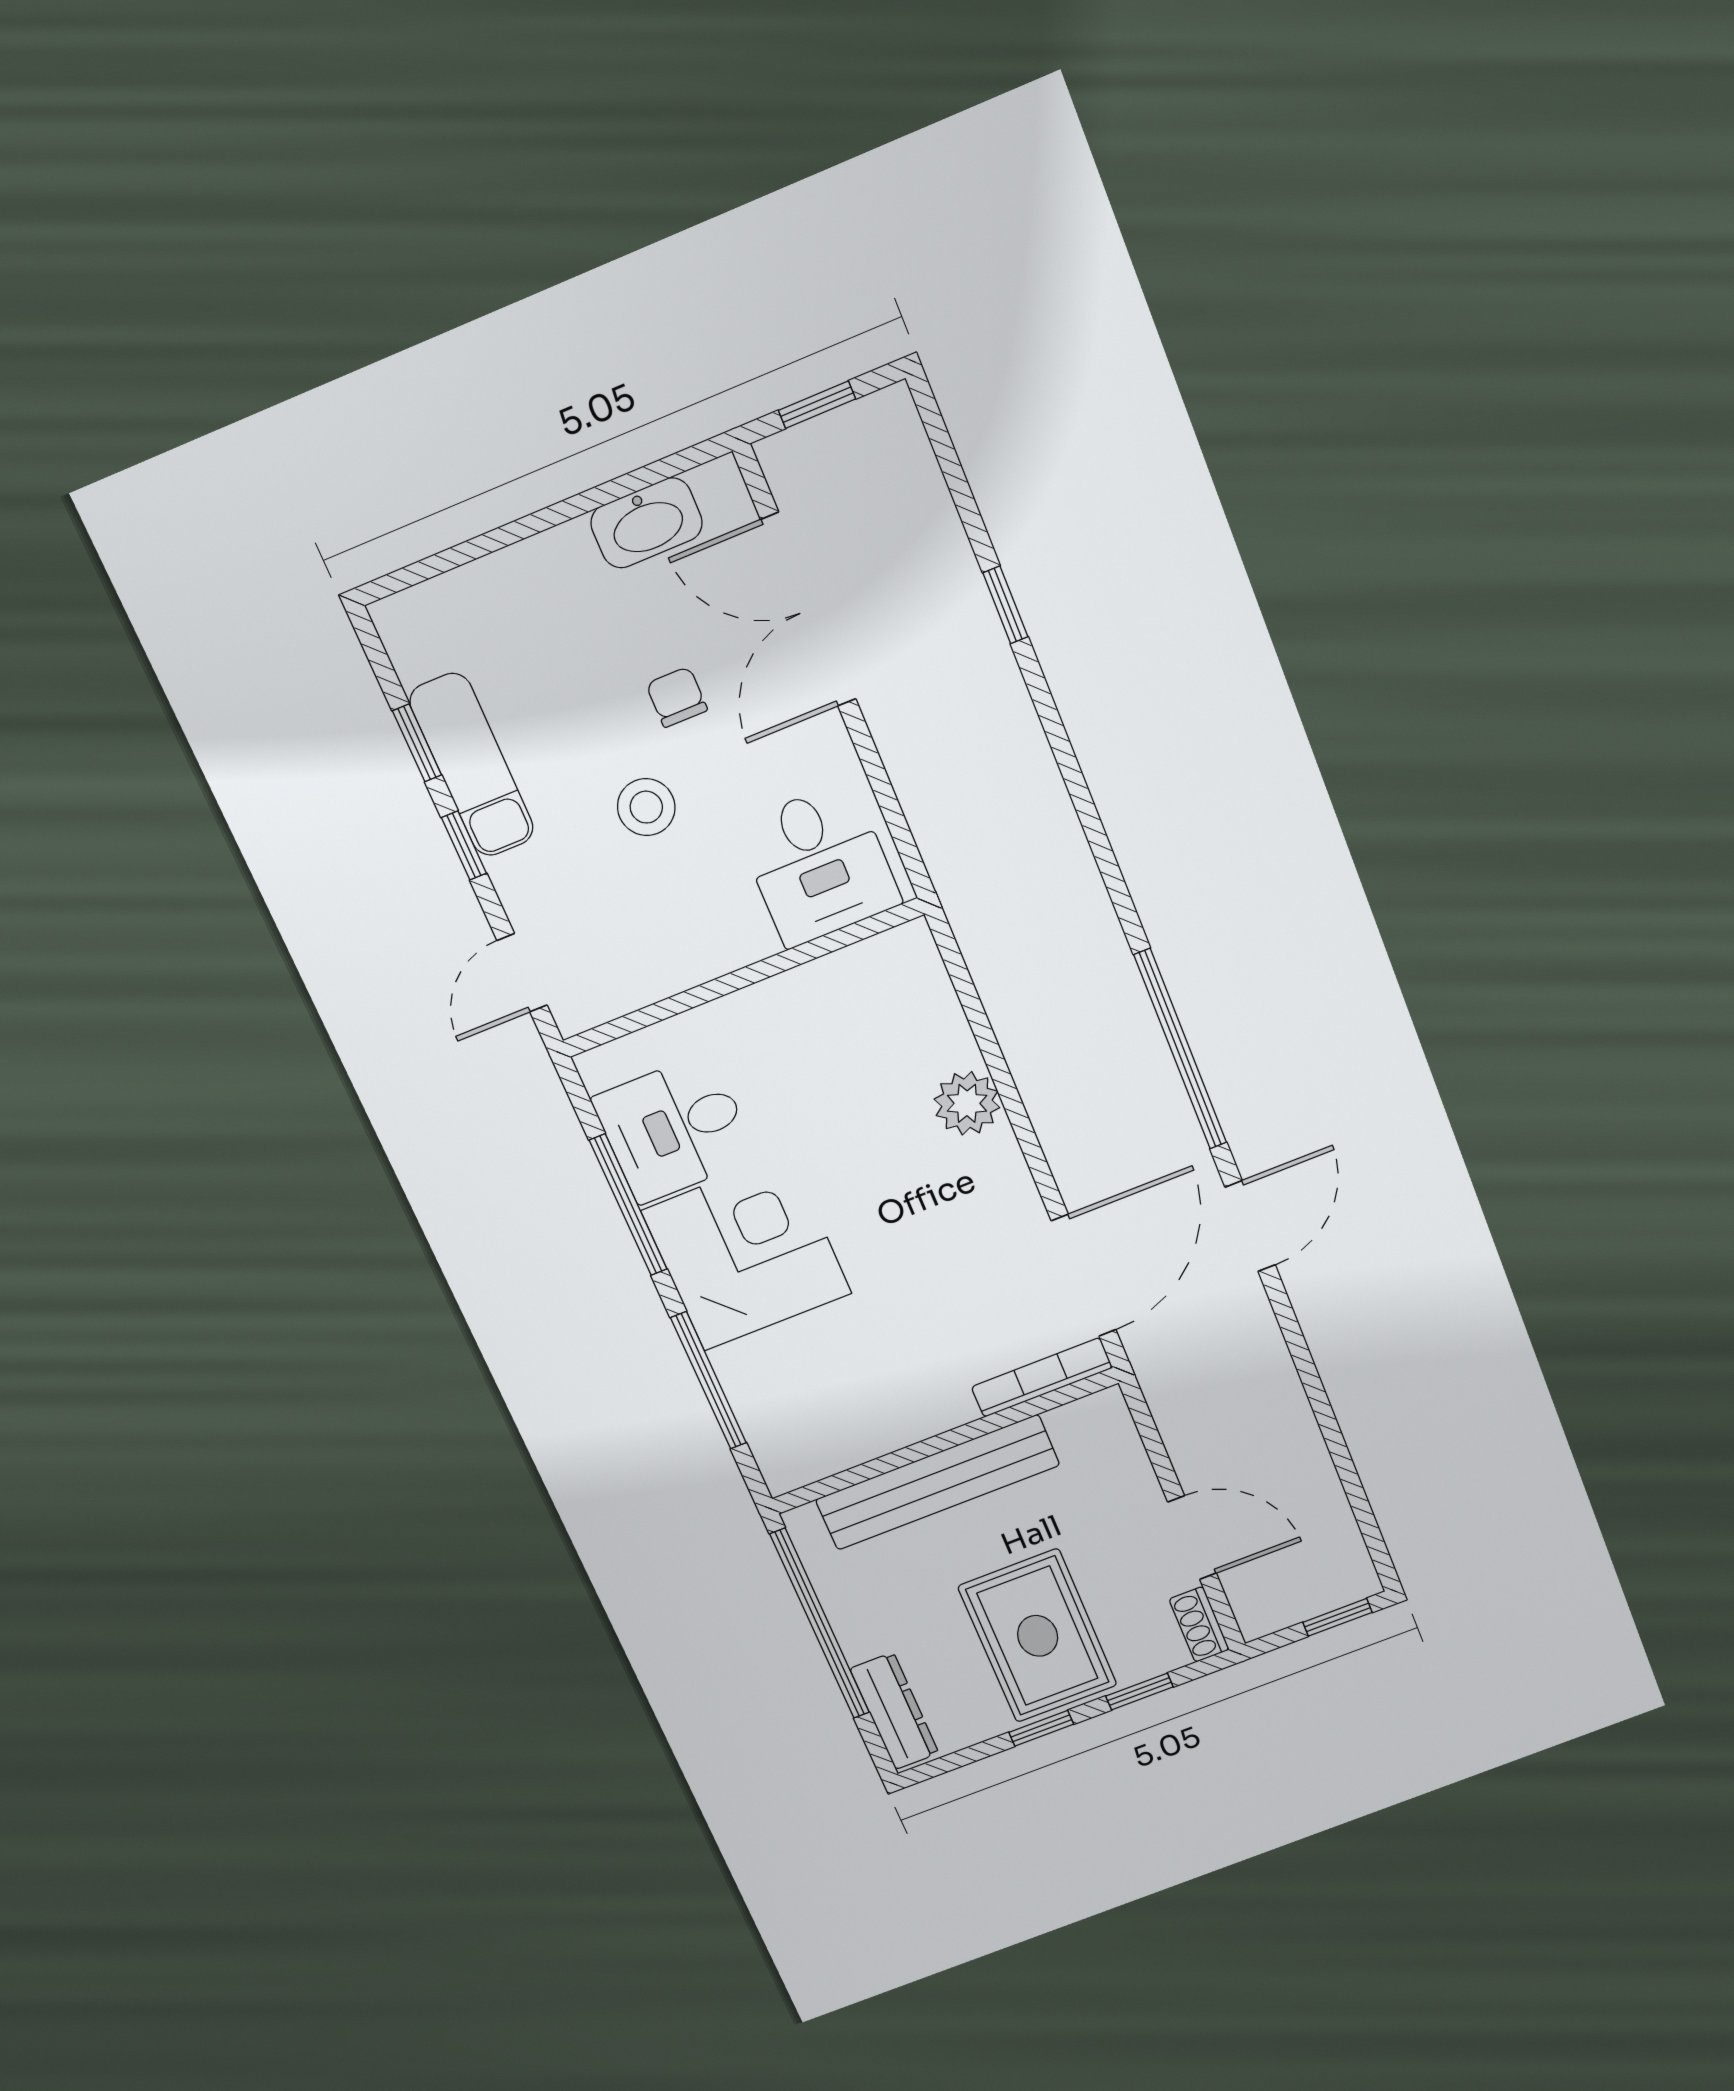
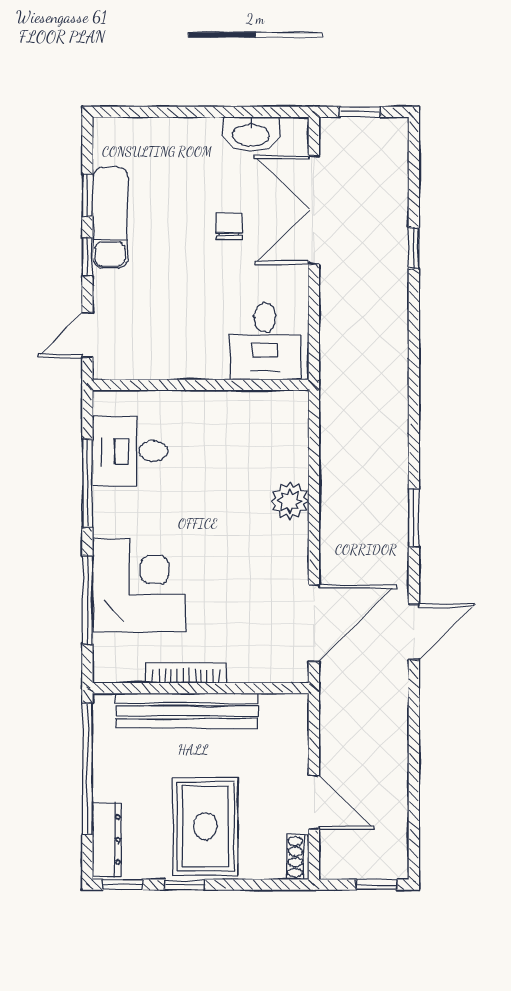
stool: (646, 807) -> (189, 276), removed
window: (1180, 1049) -> (414, 518), width x0.47
corner desk: (747, 1252) -> (139, 586), moved
bookcase: (1042, 1377) -> (186, 673), moved
window: (1139, 1691) -> (123, 885), moved

